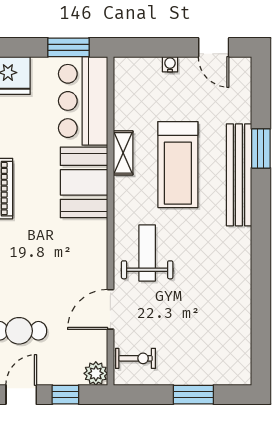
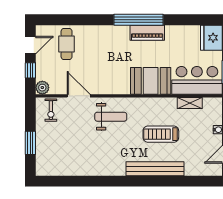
window: (261, 148) -> (170, 181), removed
shelving: (123, 153) -> (190, 103), moved
treadmill: (178, 165) -> (161, 134), width x0.73, depth x0.73
door: (21, 395) -> (30, 45), hinge flipped

